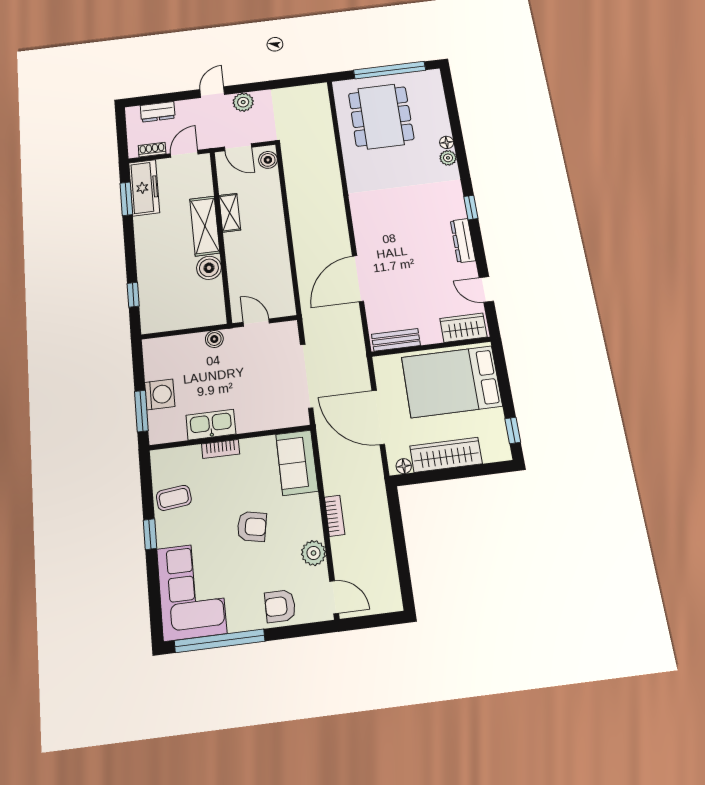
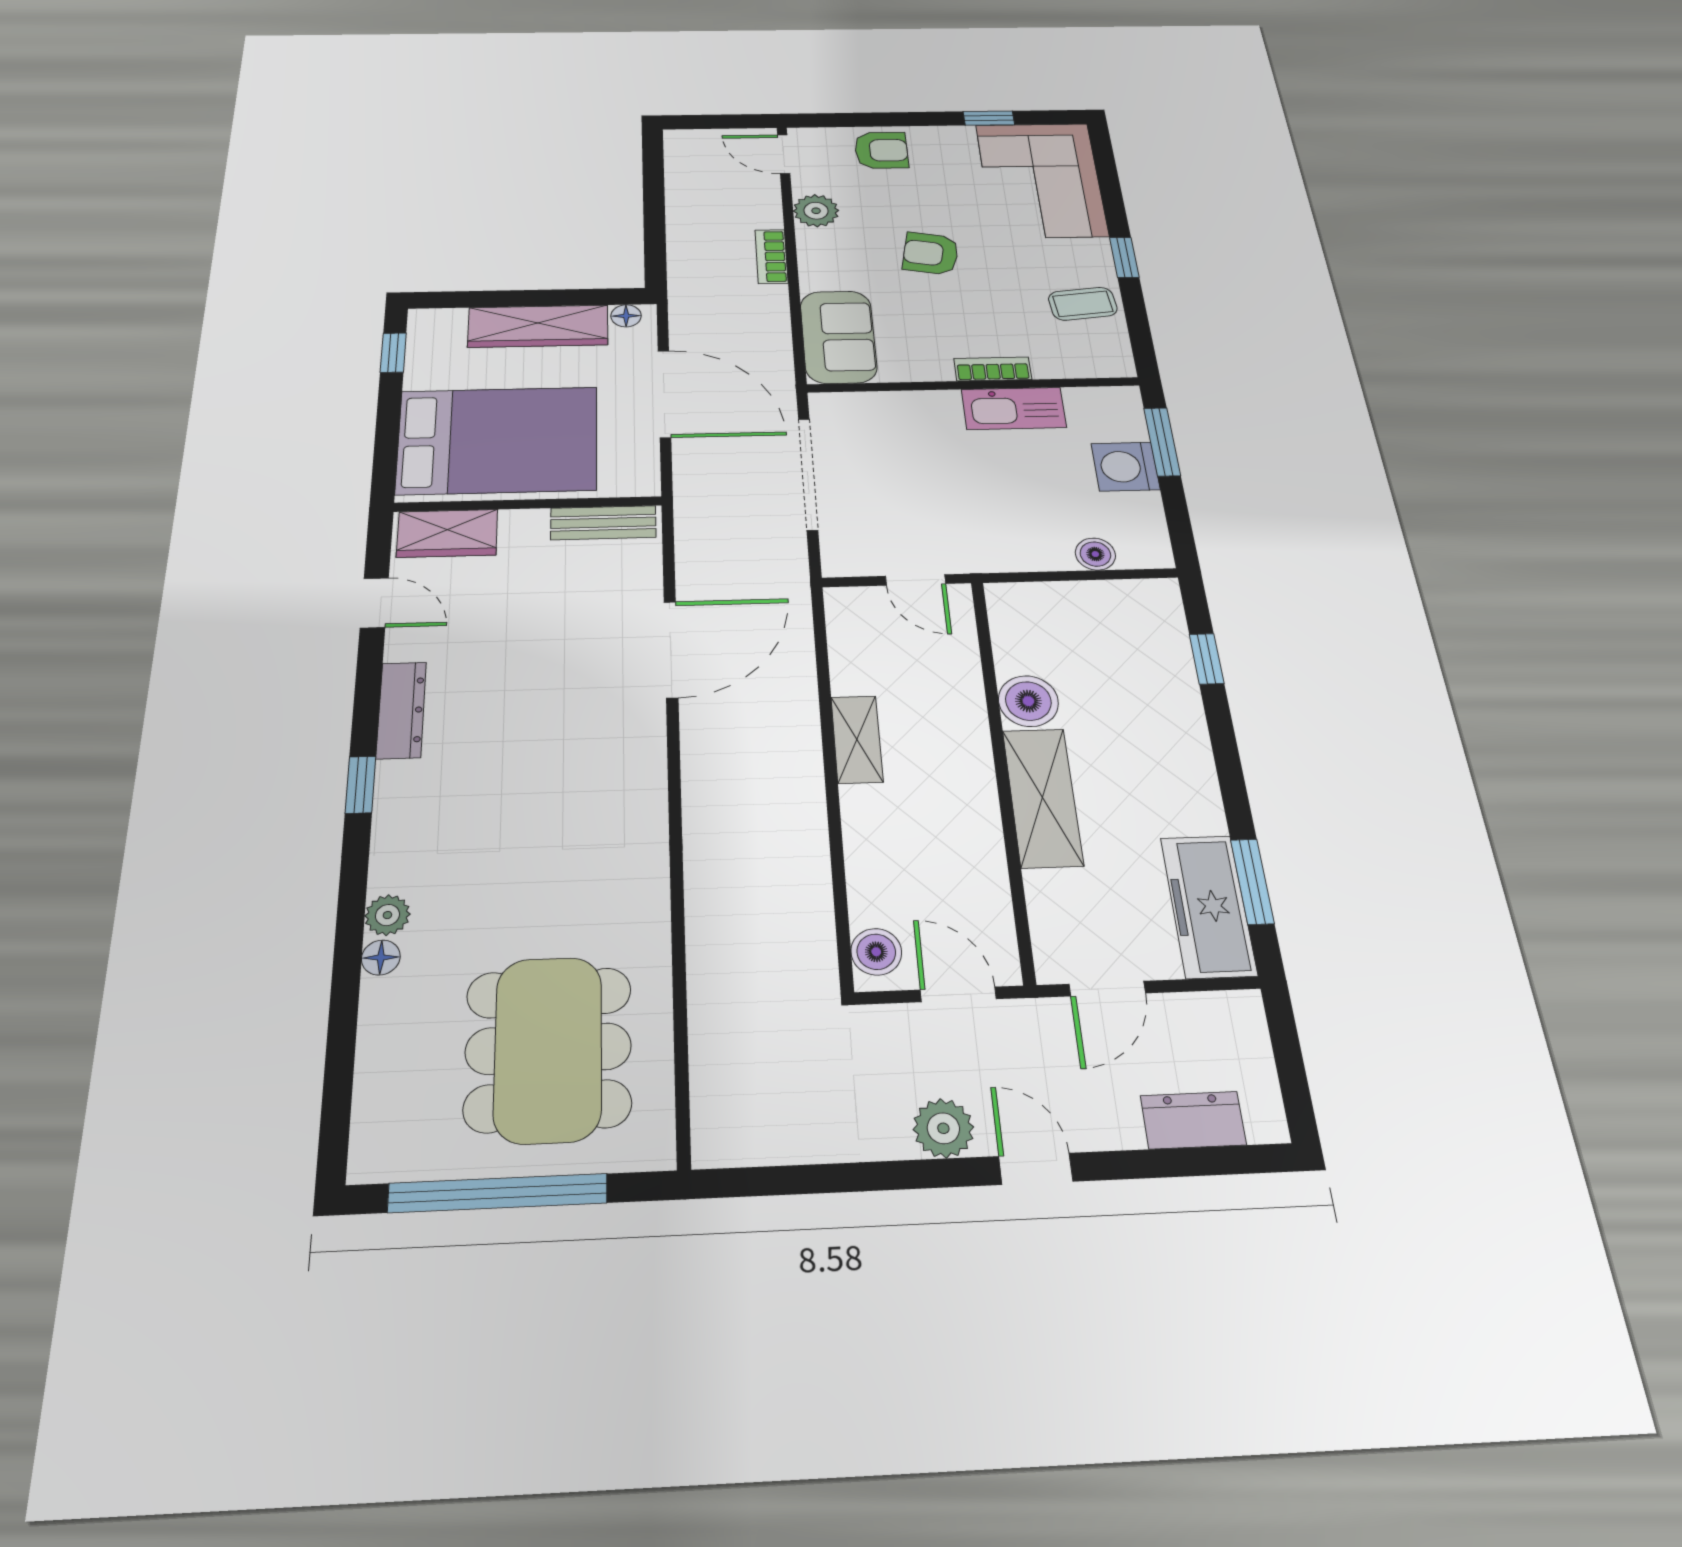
door: (212, 92) -> (1036, 1169), swing flipped
shoe rack: (152, 150) -> (1198, 1008), removed
shelving: (230, 213) -> (857, 739), moved
boiler: (214, 339) -> (1095, 554), moved
window: (220, 641) -> (989, 118), width x0.32

